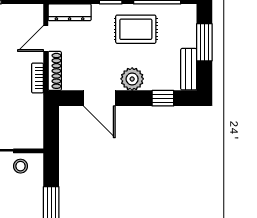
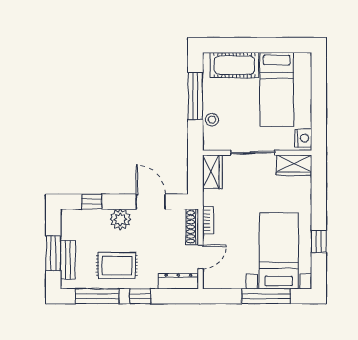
bench: (189, 69) -> (68, 260), moved
wardrobe: (33, 130) -> (212, 172), added
stool: (20, 166) -> (212, 120), moved

